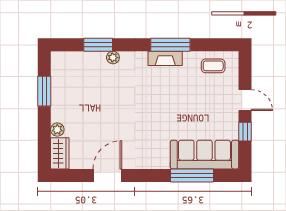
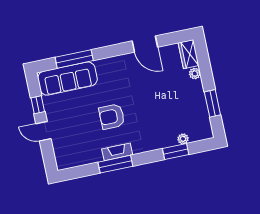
plant: (113, 58) -> (183, 139), moved
coffee table: (213, 66) -> (76, 154), removed
armchair: (163, 100) -> (112, 117), added
door: (107, 175) -> (145, 44), hinge flipped

